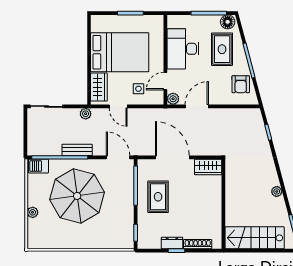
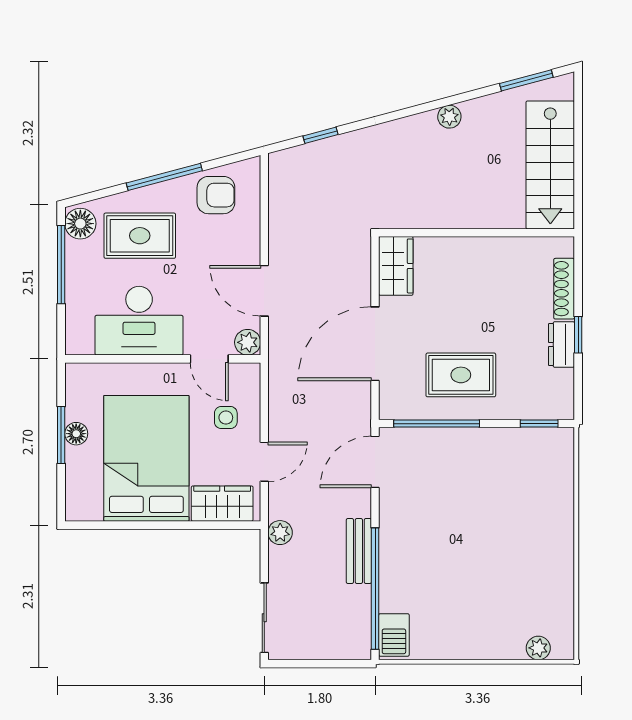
floor lamp: (131, 20) -> (76, 434), added
parasol: (77, 196) -> (459, 551), removed
plant: (33, 212) -> (538, 648), moved

